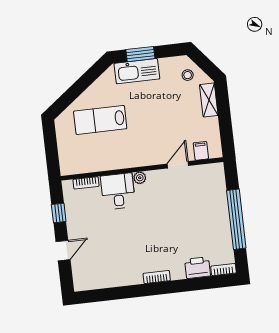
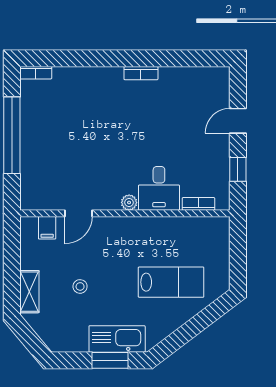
stool: (188, 75) -> (80, 286), moved
printer: (198, 268) -> (69, 79), removed
bookcase: (157, 277) -> (141, 73), moved

